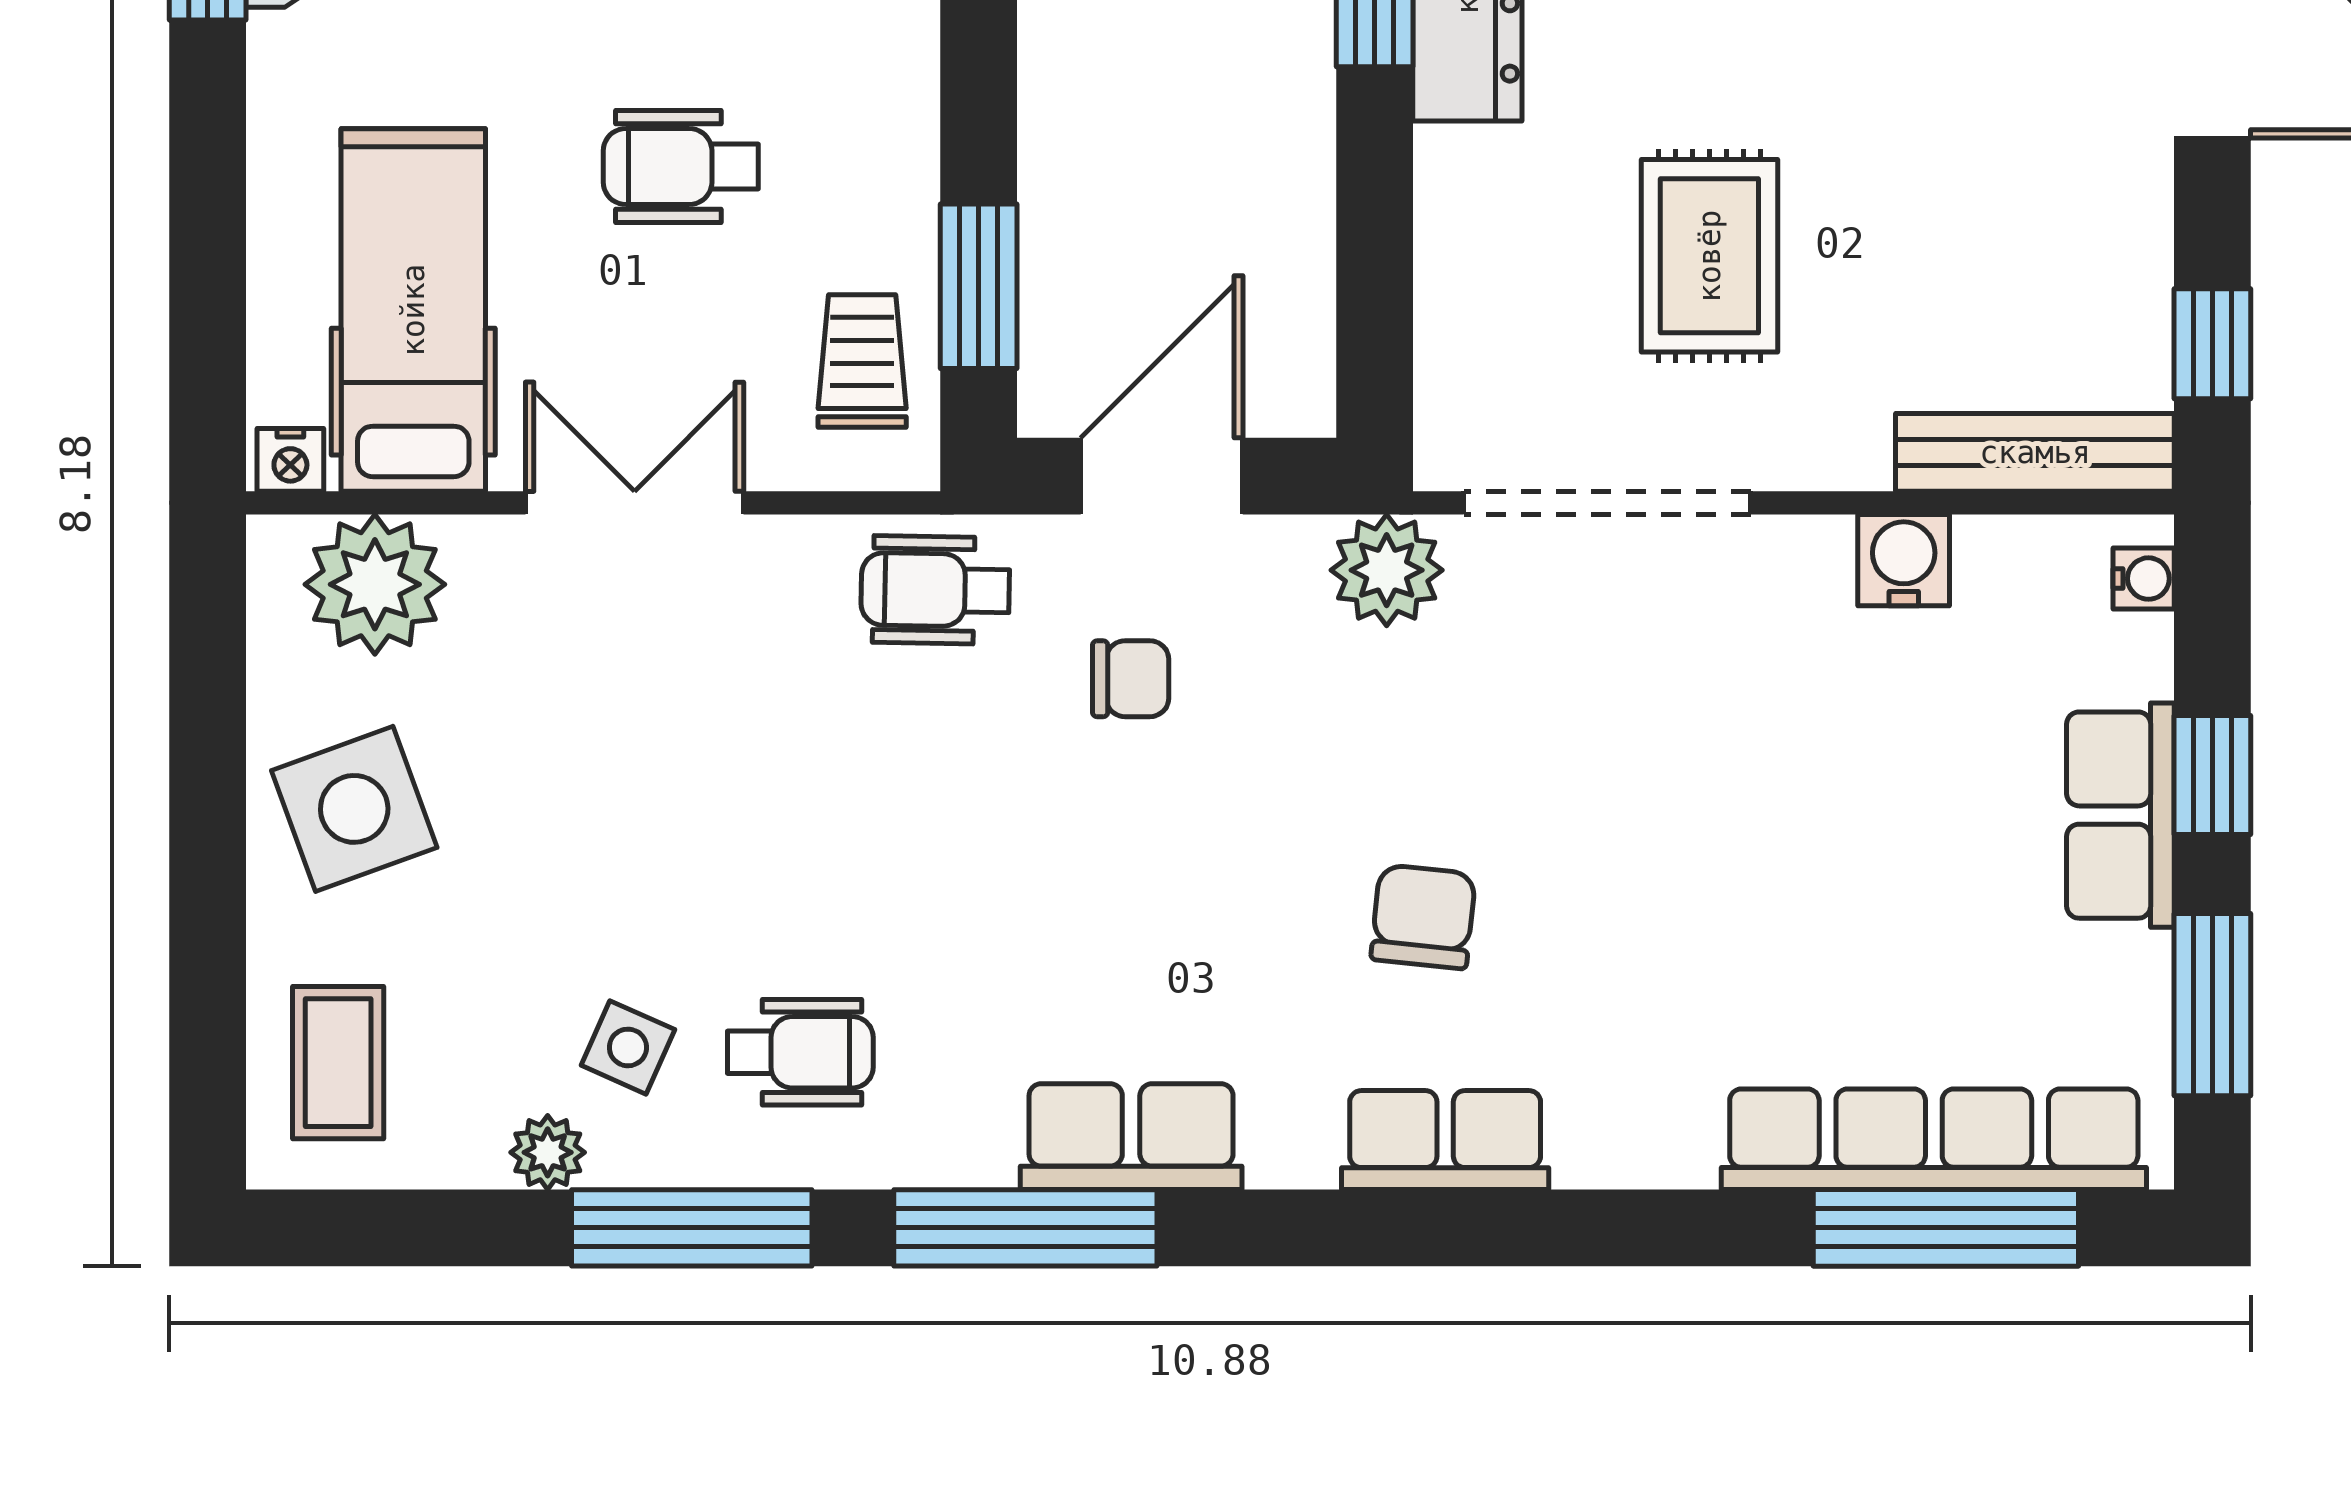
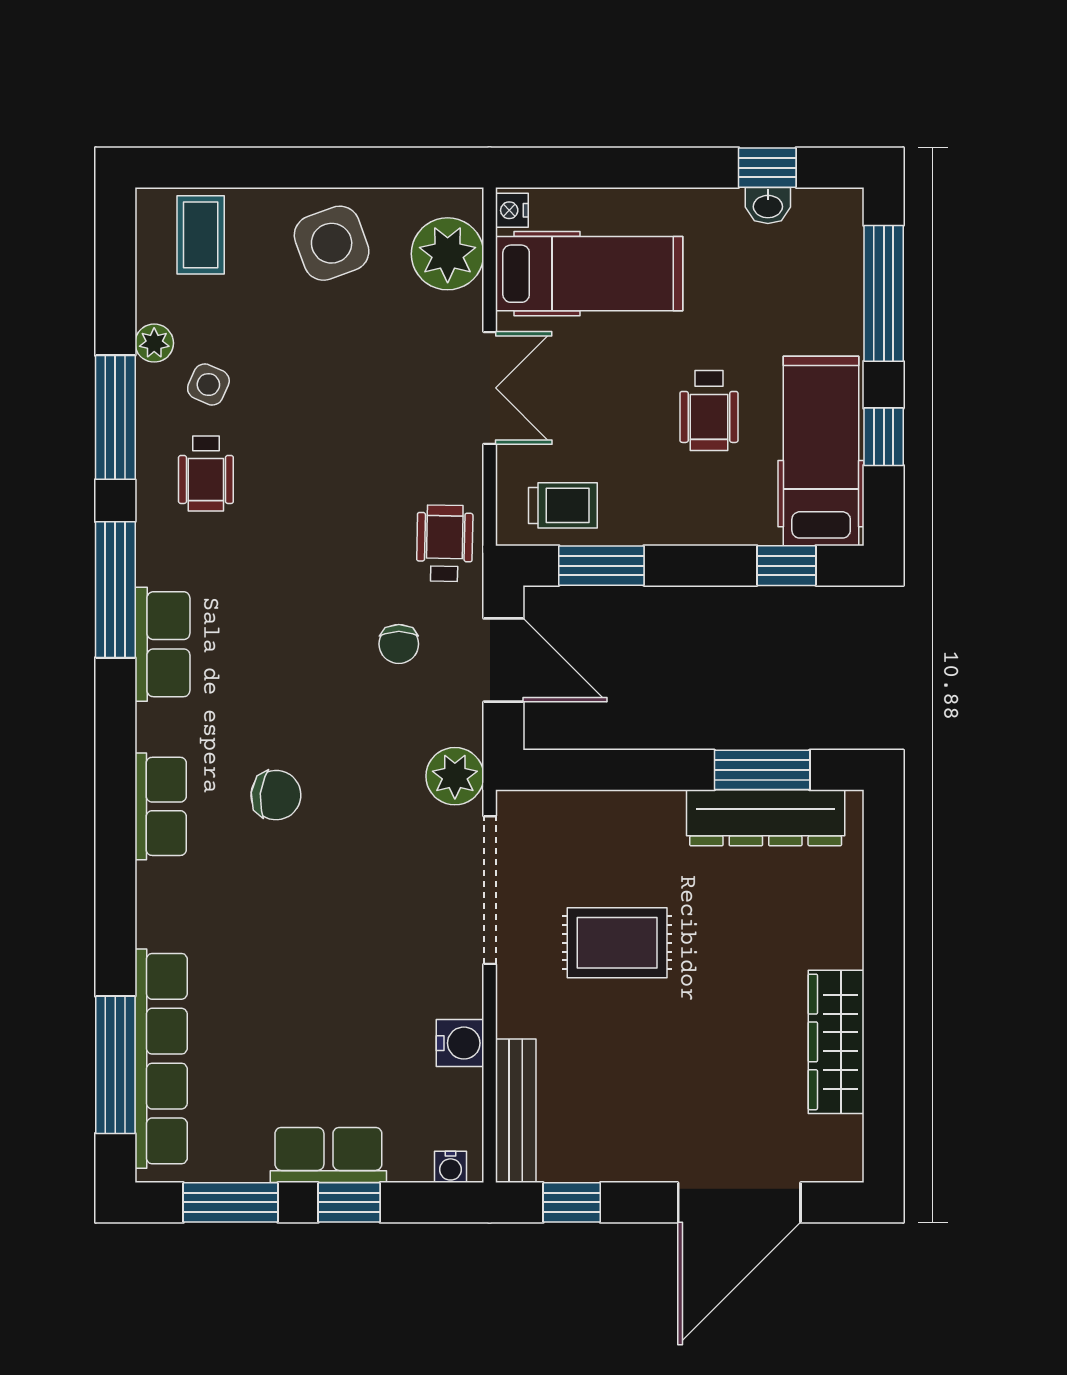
wheelchair: (681, 166) -> (709, 410), moved, turned 180
coffee table: (338, 1063) -> (201, 235), turned 90

